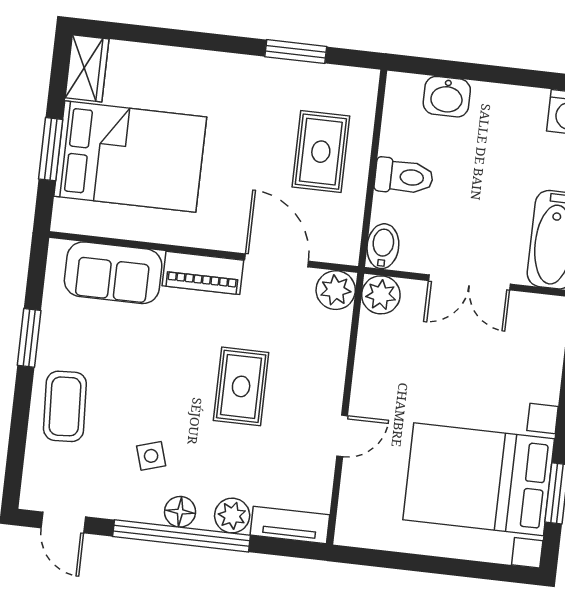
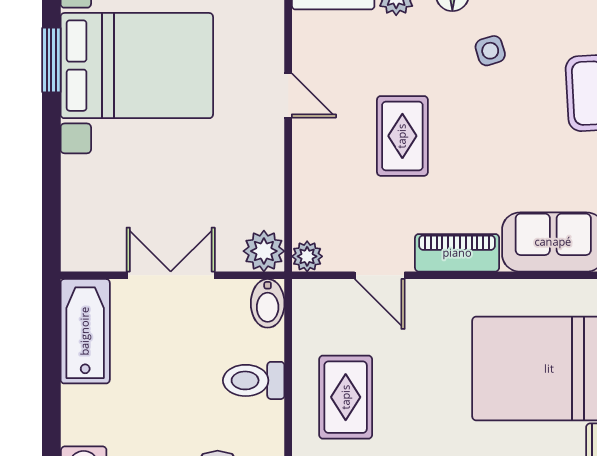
door: (277, 260) -> (380, 275), width x0.73
plant: (336, 290) -> (307, 256), width x0.73, depth x0.73
door: (342, 436) -> (288, 95), swing flipped

